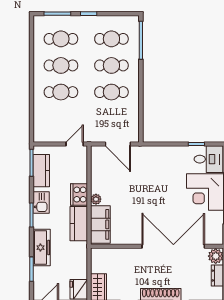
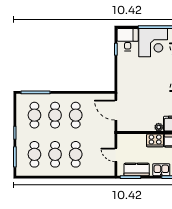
door: (75, 144) -> (116, 155), moved
door: (118, 144) -> (116, 110), swing flipped

